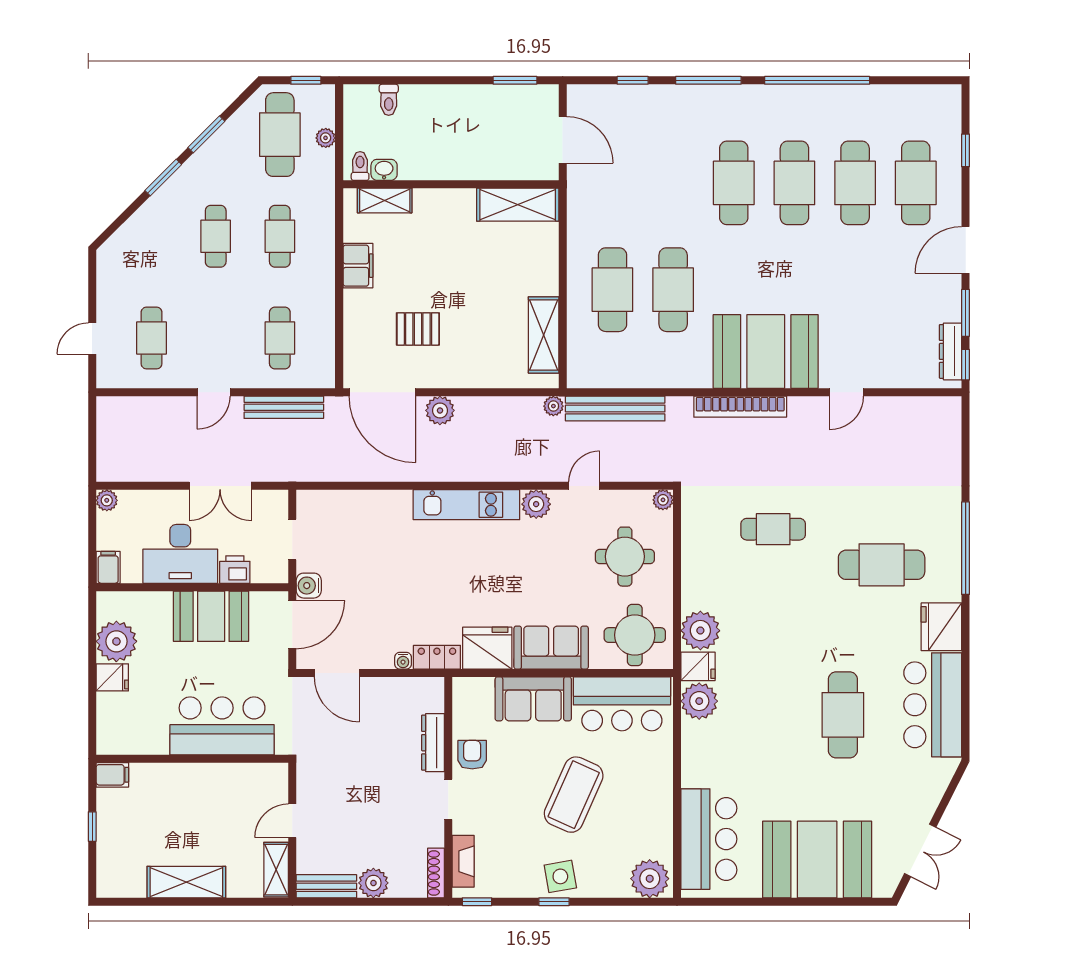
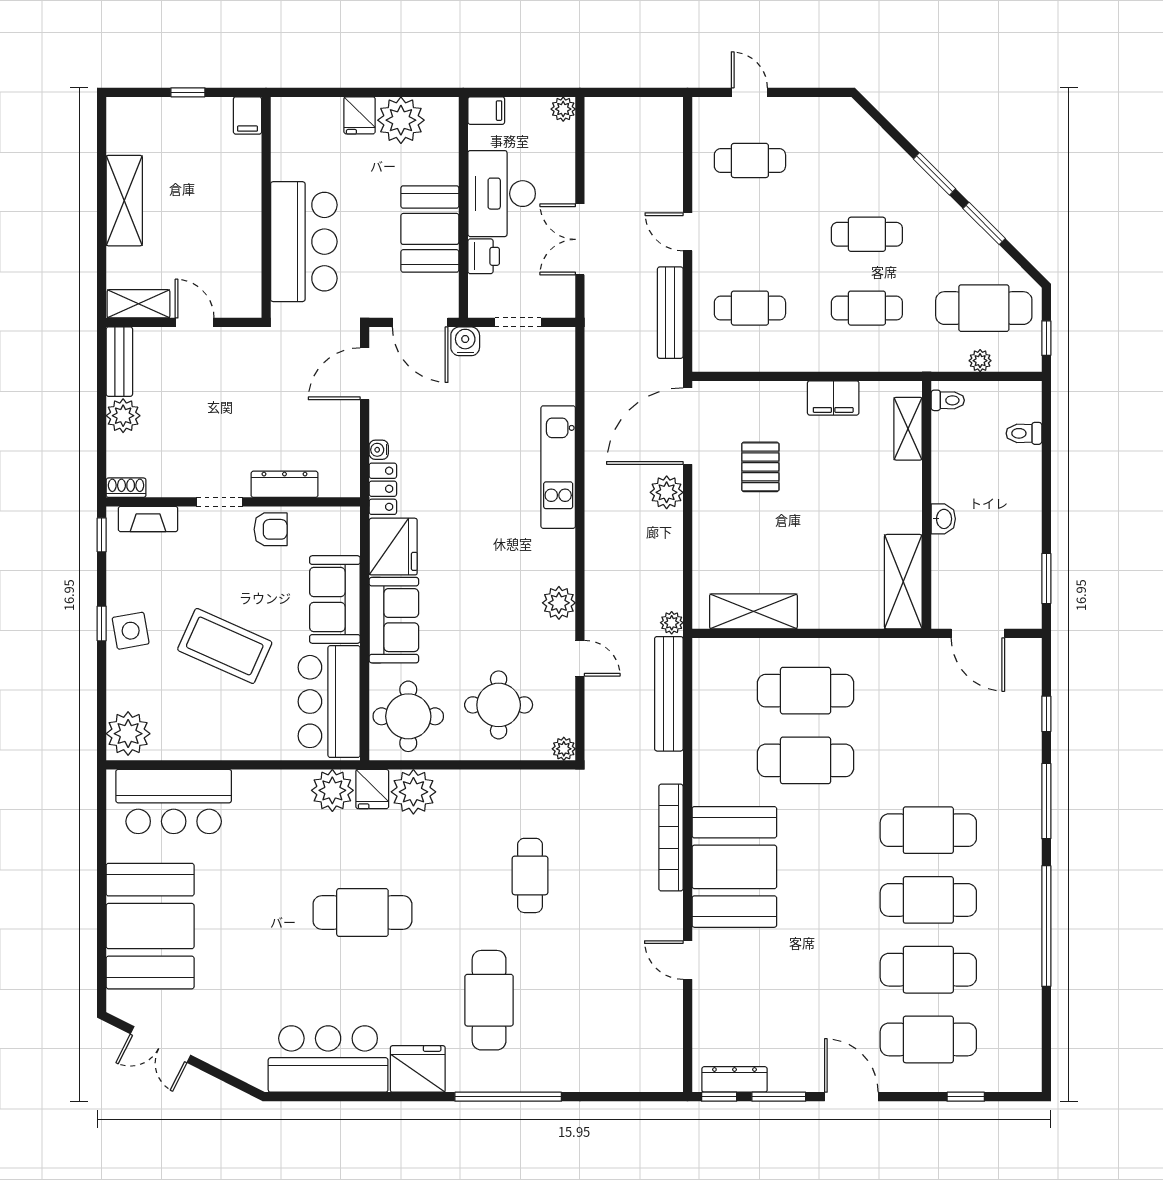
door: (563, 140) -> (978, 633), hinge flipped
washbasin: (384, 170) -> (943, 519), moved
kitchen unit: (466, 505) -> (558, 467), moved
cafe table: (843, 715) -> (362, 912), moved
shoe rack: (436, 873) -> (126, 488), width x0.70

